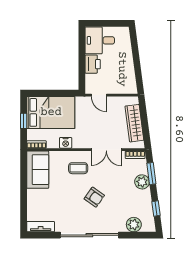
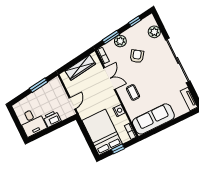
window: (137, 67) -> (38, 85), added
sofa: (38, 170) -> (153, 119), width x1.36
armchair: (94, 197) -> (137, 56), moved

